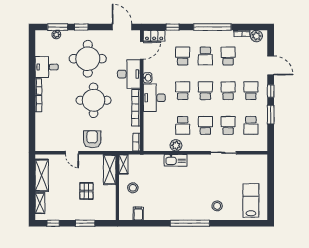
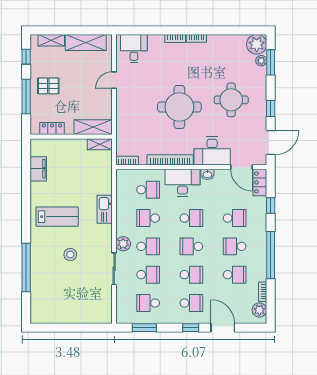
window: (81, 27) -> (271, 109), moved
plant: (43, 38) -> (257, 44), added
round table: (88, 59) -> (231, 100), width x0.73, depth x0.73
door: (271, 65) -> (223, 328), swing flipped
desk: (47, 67) -> (134, 49), moved
school desk: (205, 91) -> (191, 246), turned 180
window: (271, 115) -> (144, 328), moved
school desk: (160, 125) -> (148, 190), added
armchair: (92, 139) -> (131, 105), removed
plant: (176, 145) -> (123, 244), moved
stool: (133, 188) -> (70, 156), removed
pallet: (86, 191) -> (48, 86), moved
lab bench: (251, 200) -> (57, 217), moved
locker: (111, 202) -> (52, 129), added
stool: (217, 206) -> (70, 255), moved
filing cabinet: (138, 214) -> (38, 169), width x2.00
window: (85, 223) -> (26, 97), width x1.44
window: (190, 223) -> (26, 268), moved

